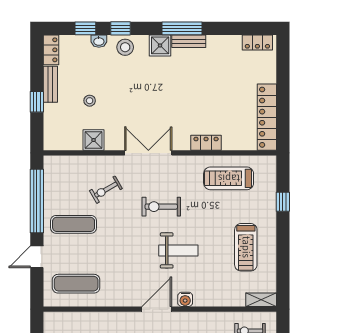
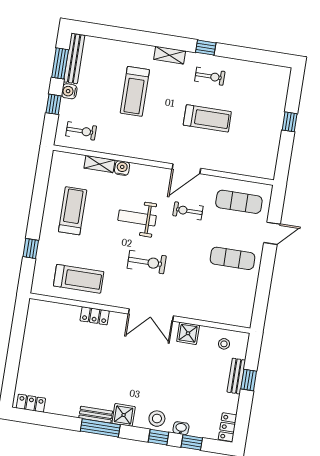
bench: (50, 84) -> (236, 376), moved
stool: (90, 101) -> (224, 344), moved
locker: (267, 117) -> (33, 331), removed
shower: (94, 140) -> (188, 333), moved
exercise bike: (106, 190) -> (188, 211), moved, turned -150
window: (37, 201) -> (264, 286), removed
water cooler: (185, 299) -> (122, 168), moved
shelving: (261, 300) -> (99, 164), moved
door: (157, 309) -> (186, 169), moved

